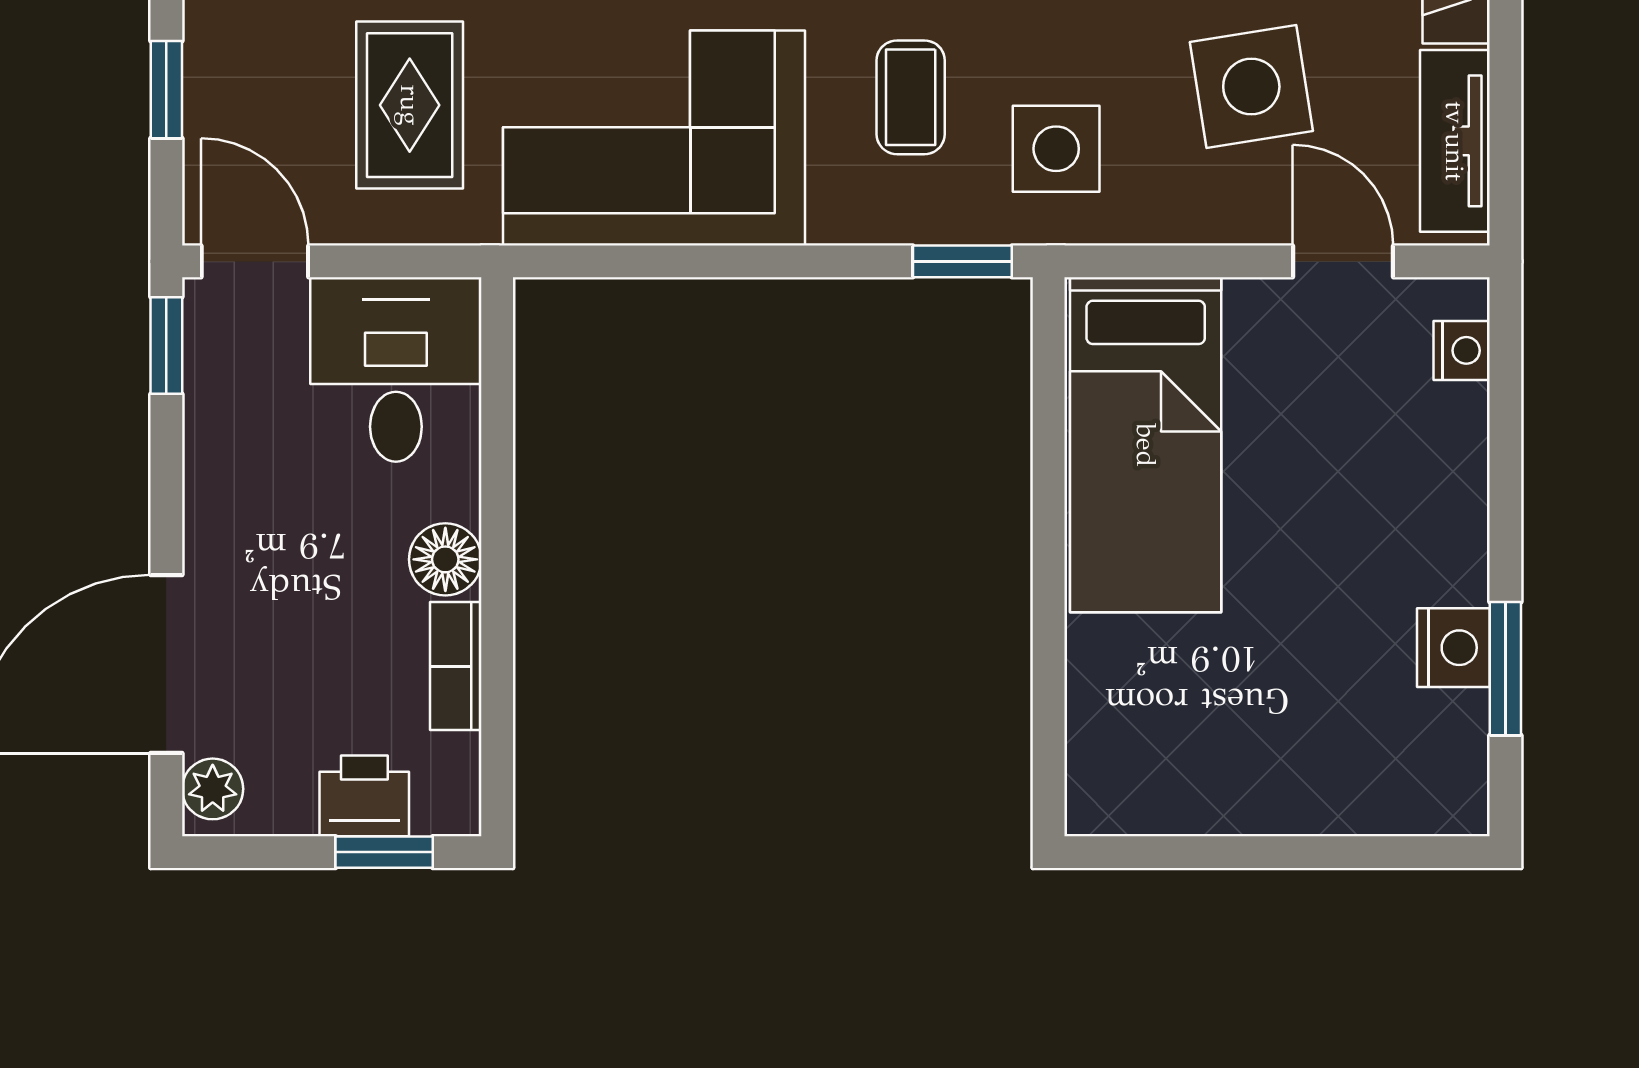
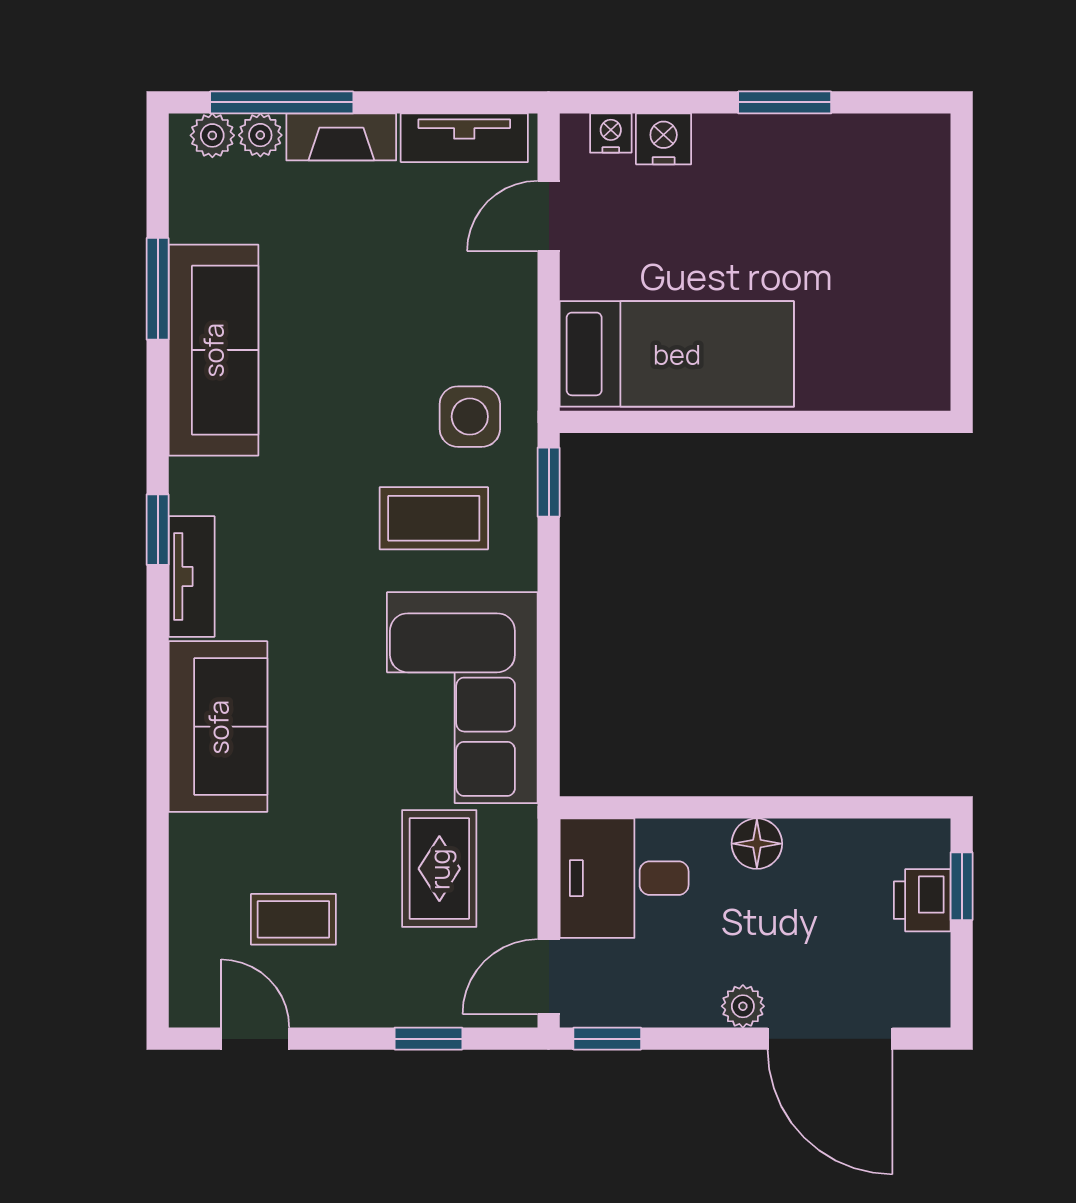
side table: (1251, 87) -> (426, 280), removed
coffee table: (911, 97) -> (434, 518), width x1.36, depth x1.30
rug: (410, 105) -> (439, 869), turned 90
nightstand: (1453, 648) -> (664, 139), moved
bookcase: (456, 666) -> (831, 836), removed
window: (1505, 669) -> (785, 102), moved
plant: (213, 789) -> (743, 1006), moved

